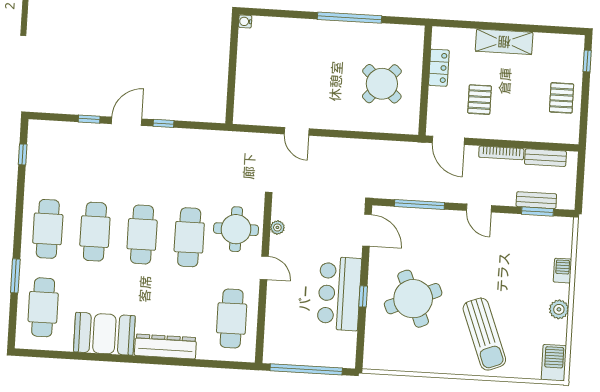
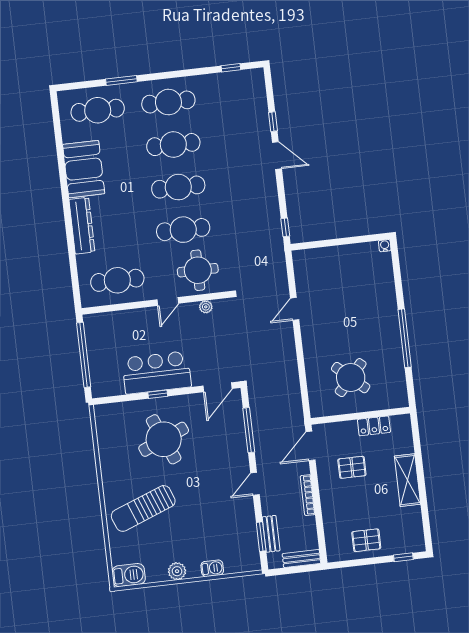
window: (164, 123) -> (285, 227), moved
bench: (545, 158) -> (301, 559), moved, turned 90

